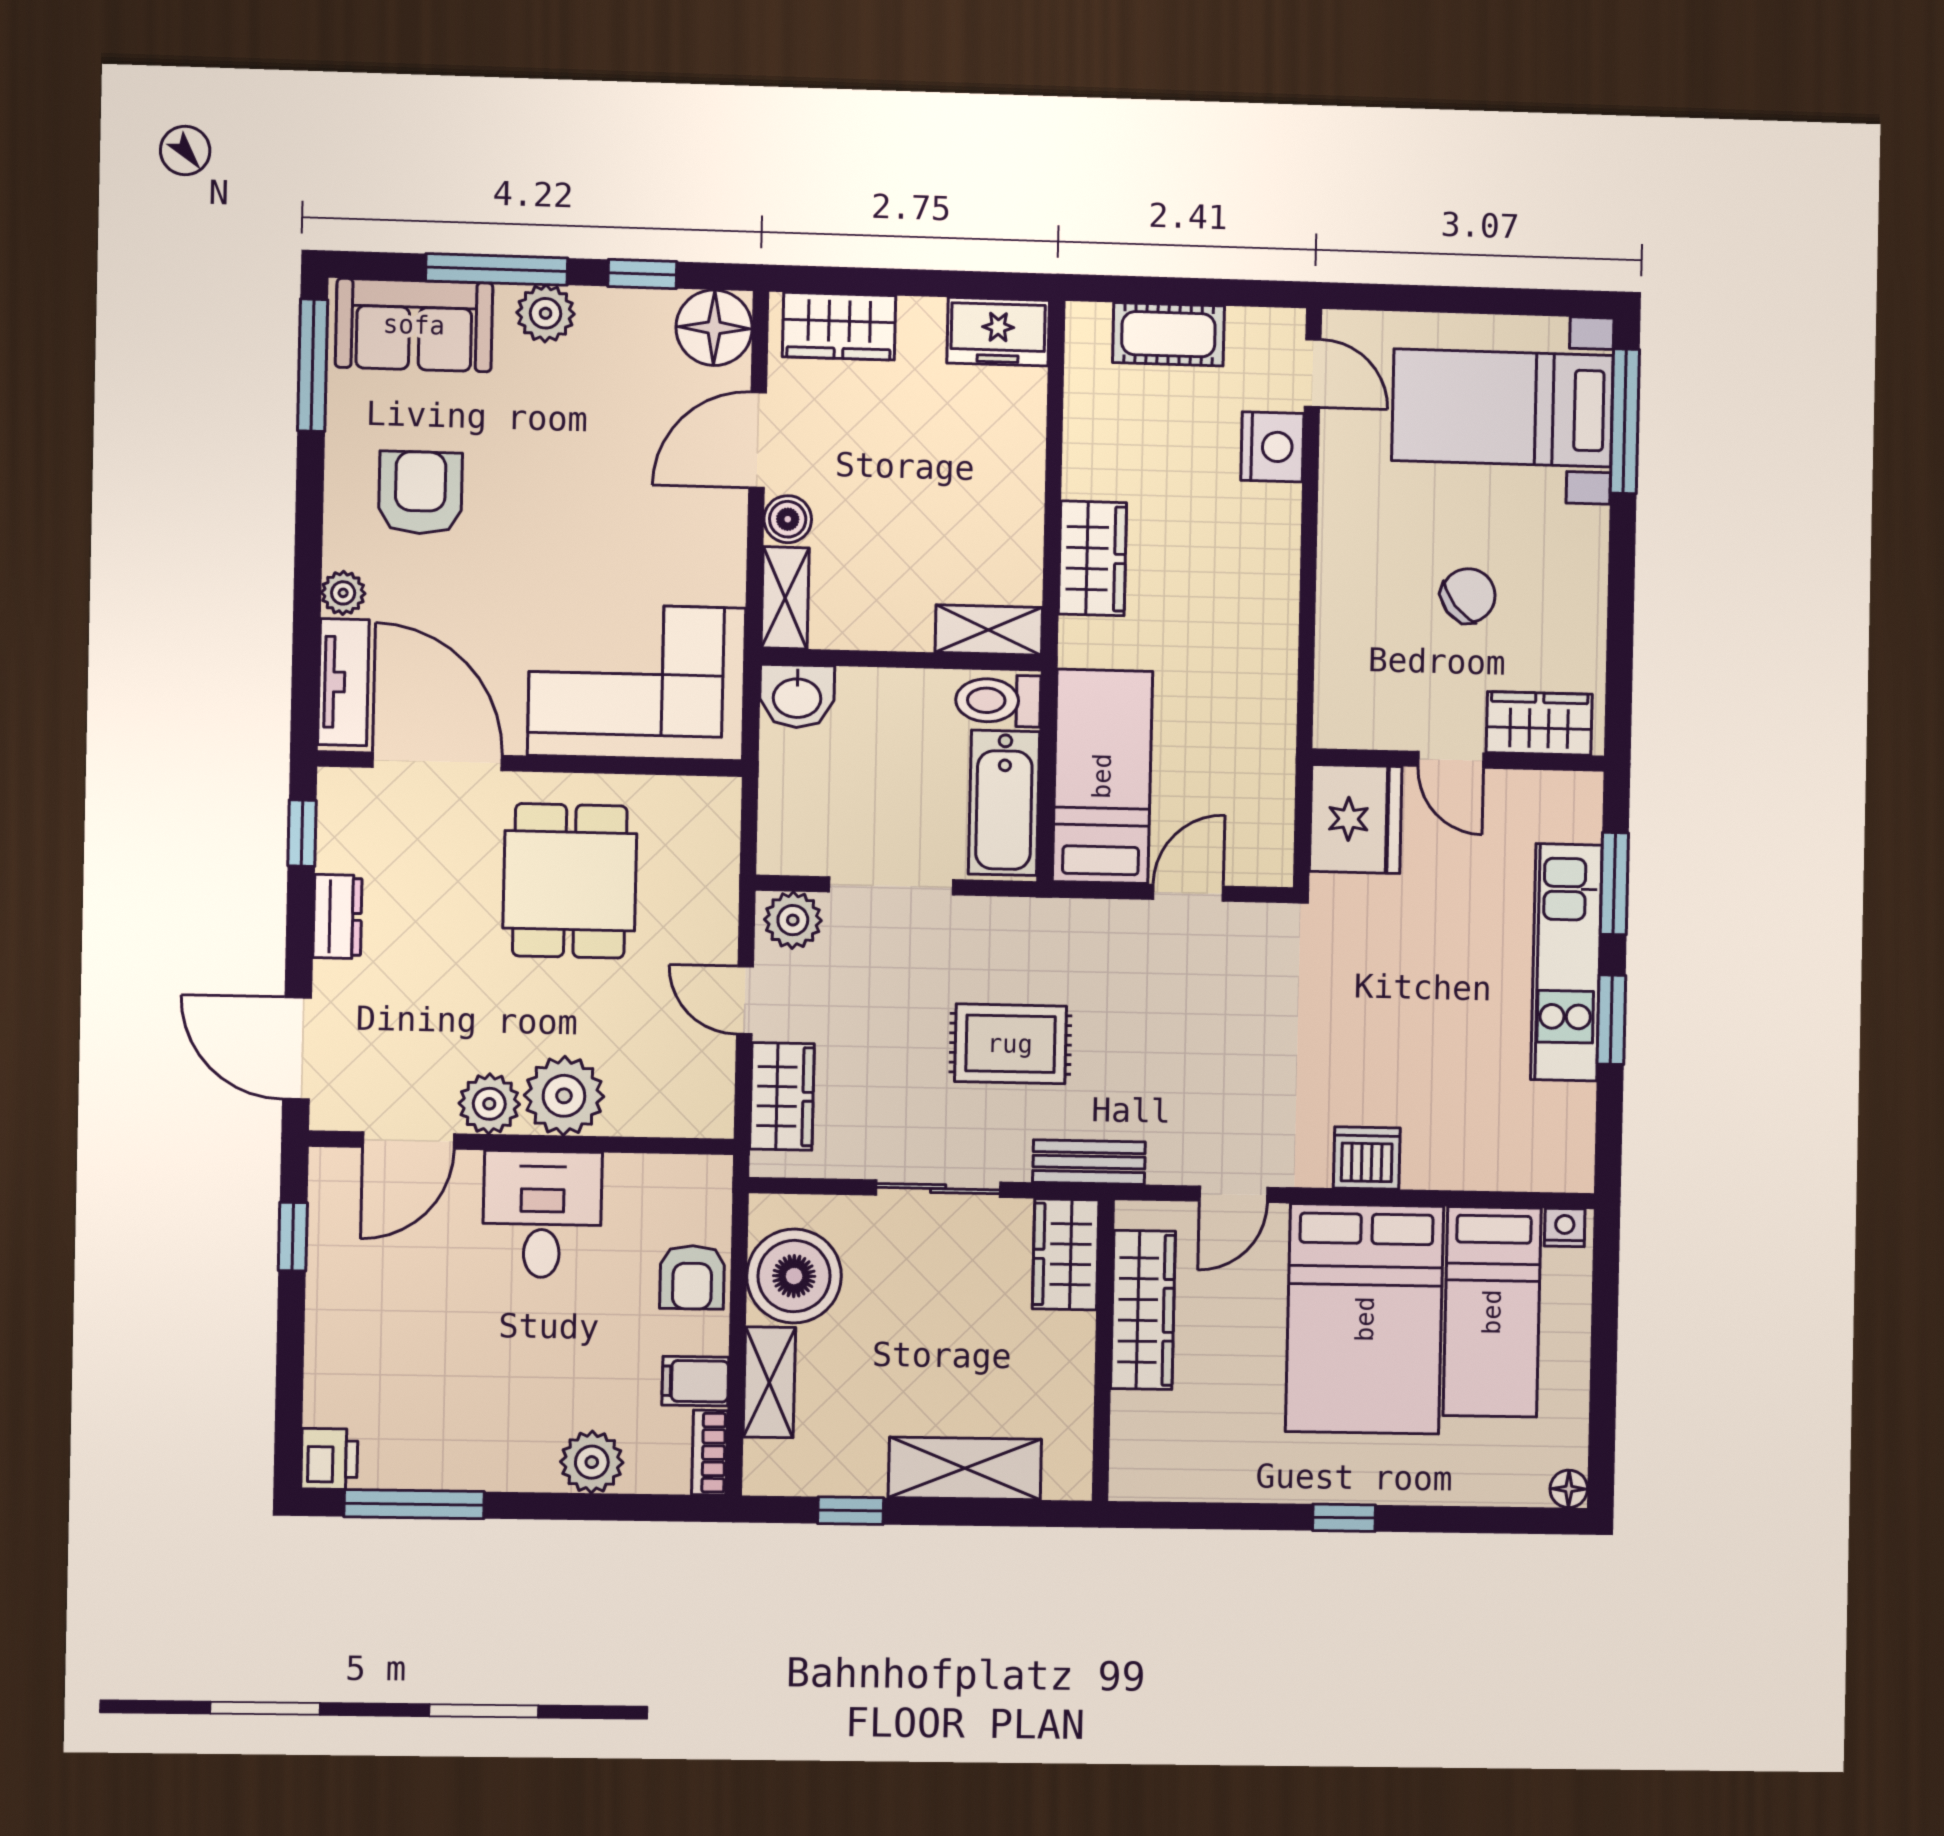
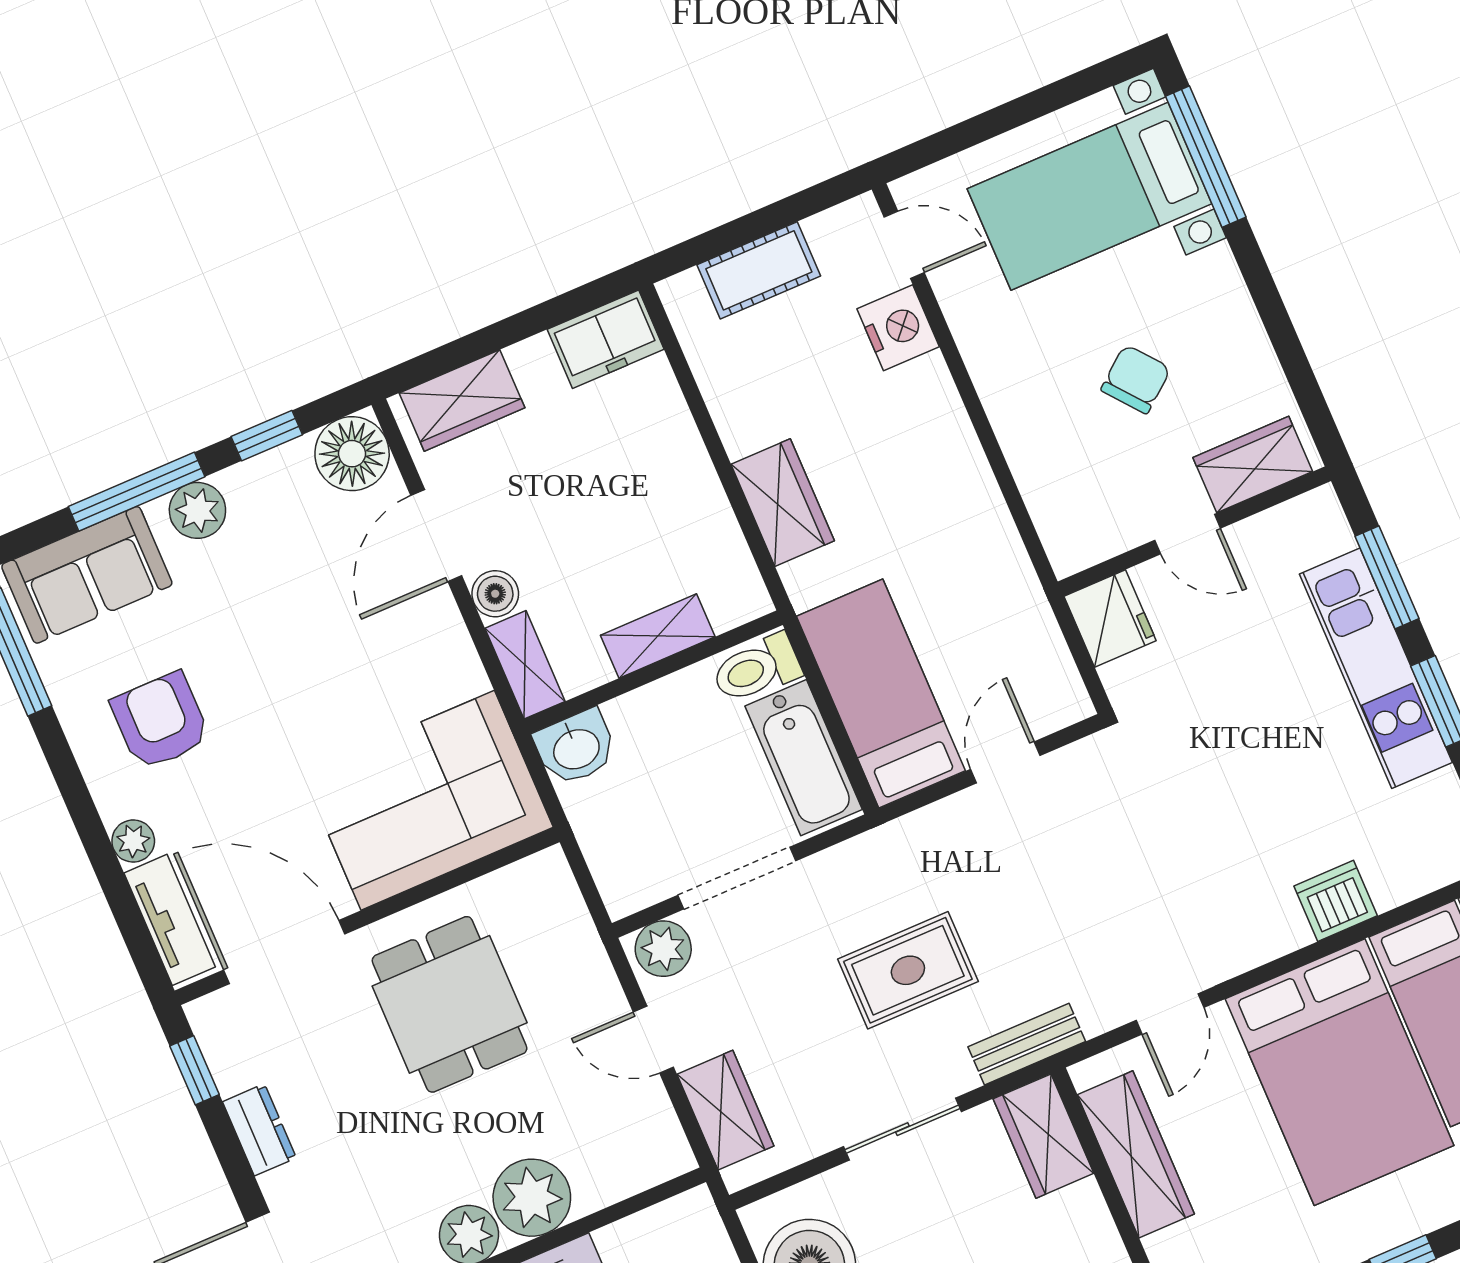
shelving: (989, 630) -> (658, 636), moved
fridge: (1356, 819) -> (1110, 619), width x0.73, depth x0.75
dishwasher: (1367, 1158) -> (1336, 901), moved

